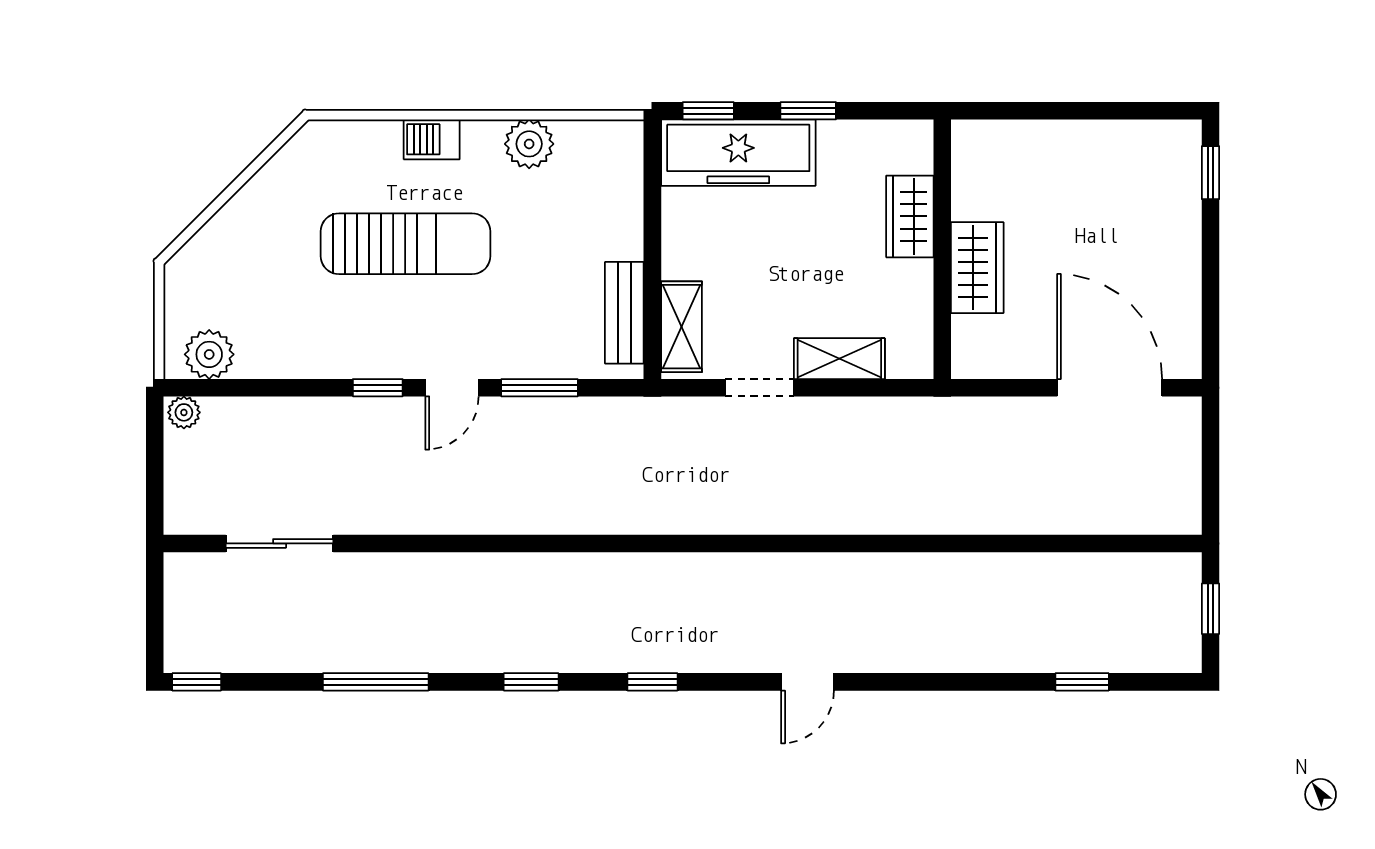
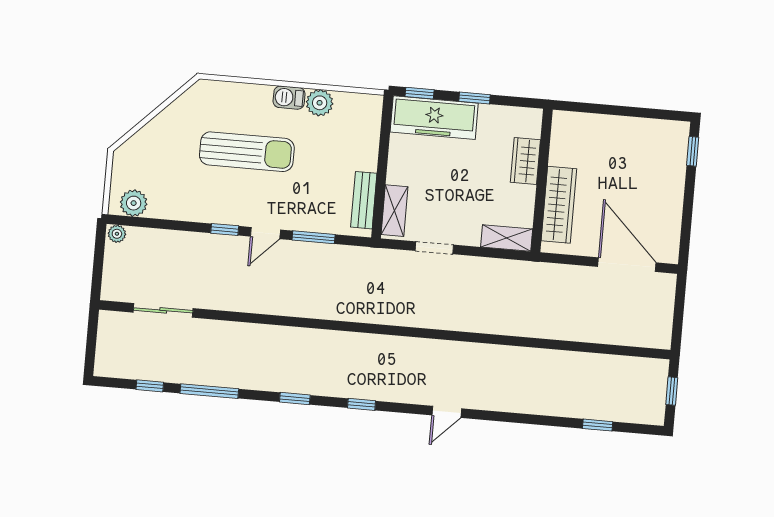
barbecue: (432, 139) -> (289, 98), moved
wardrobe: (977, 268) -> (559, 205), width x1.50
shelving: (839, 359) -> (507, 238), moved
window: (197, 682) -> (150, 386), moved

